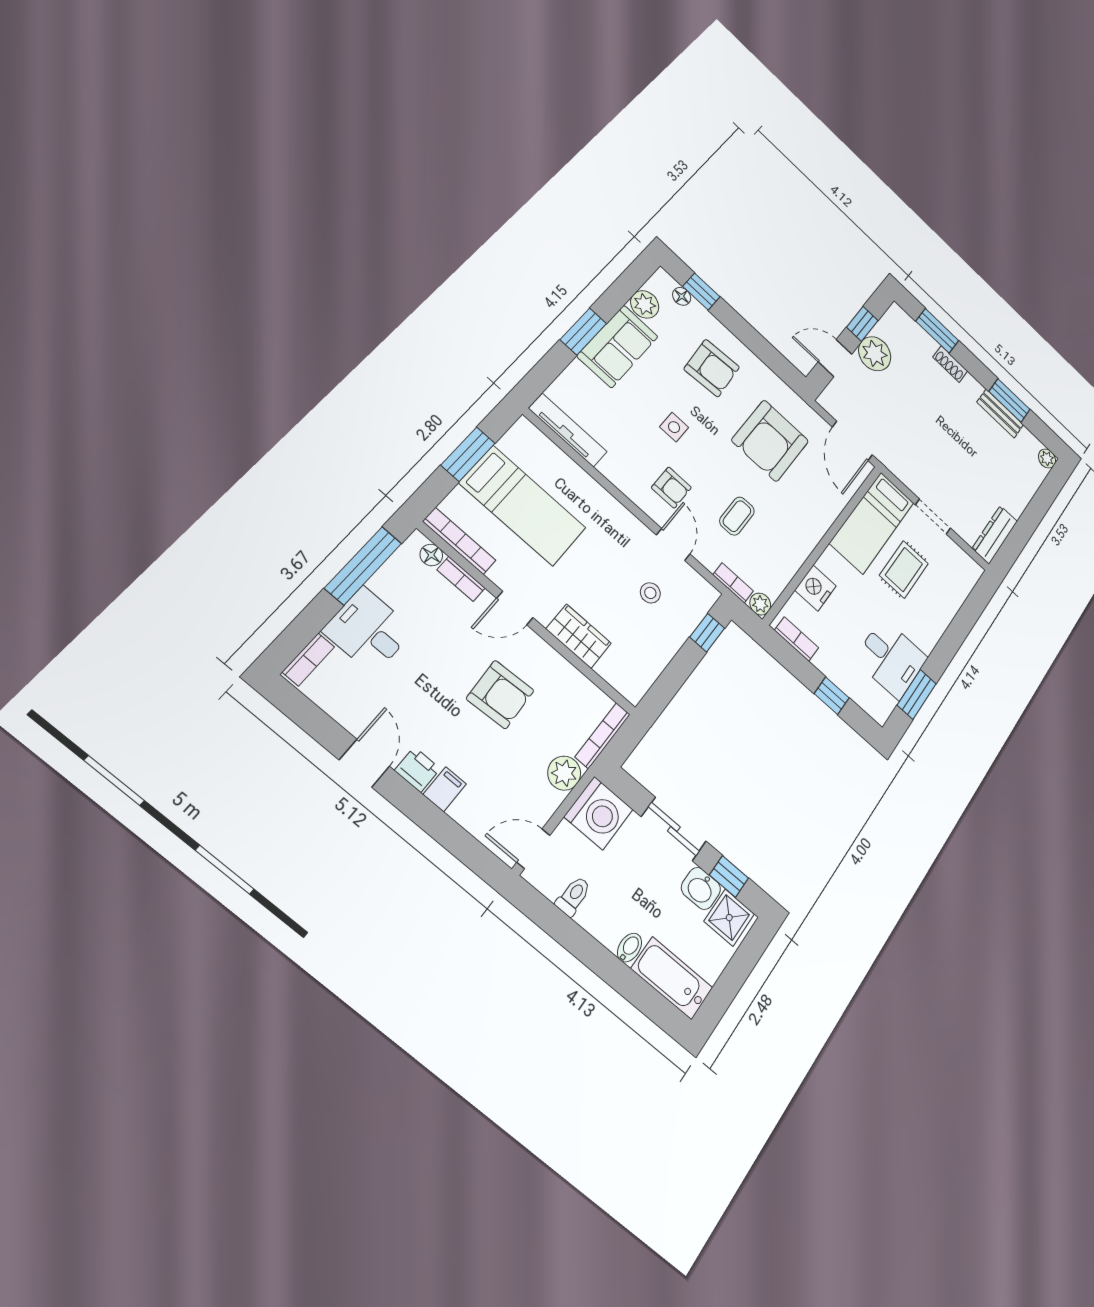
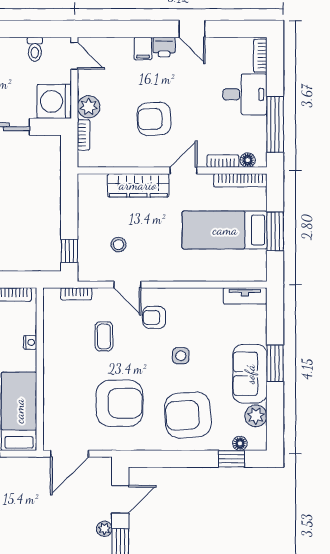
plant: (875, 354) -> (104, 529), width x0.53, depth x0.53
armchair: (712, 368) -> (188, 415), width x1.36, depth x1.36
tv unit: (568, 430) -> (245, 296), width x0.71
armchair: (770, 441) -> (120, 403), turned 90
door: (852, 441) -> (70, 454), swing flipped
nightstand: (815, 588) -> (30, 342), width x0.53, depth x0.56
plant: (760, 604) -> (51, 296), removed
wardrobe: (579, 636) -> (138, 185), width x1.50
bookcase: (603, 736) -> (84, 135), width x0.64
door: (533, 849) -> (74, 56), hinge flipped

